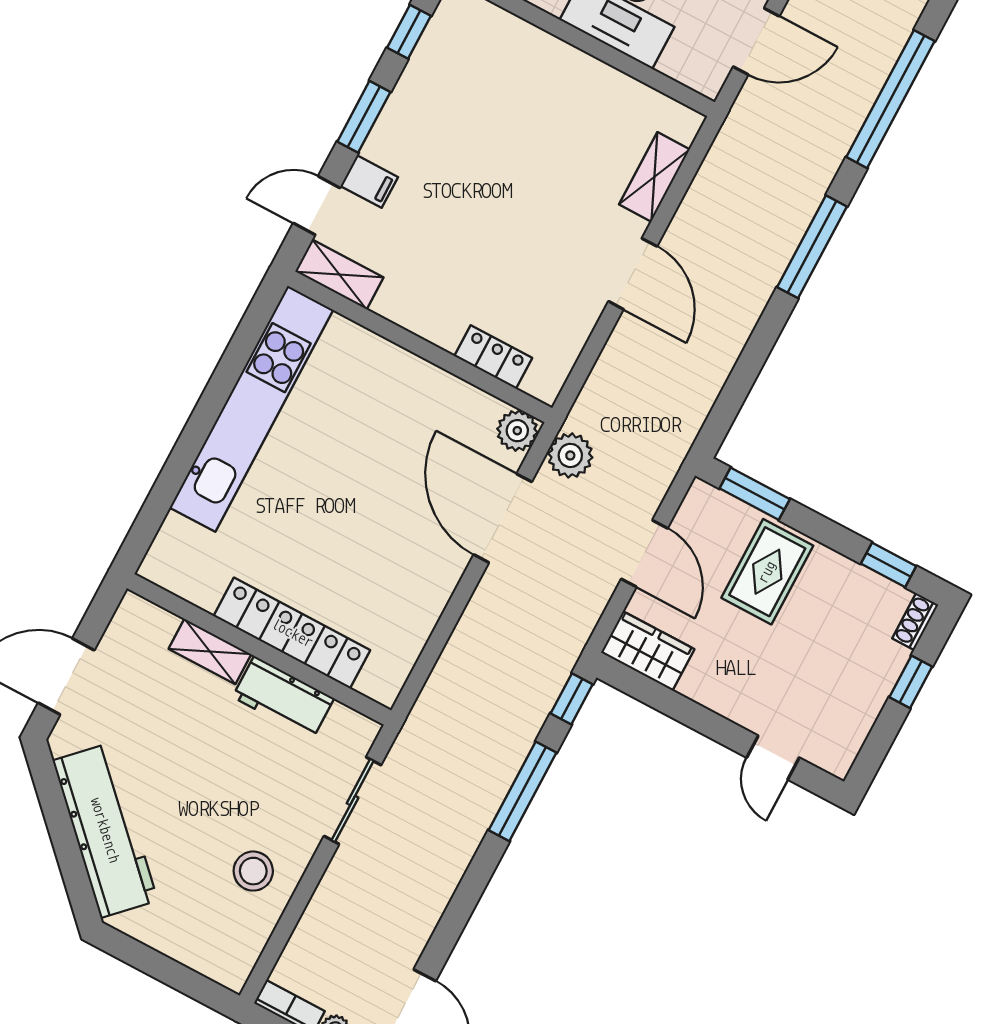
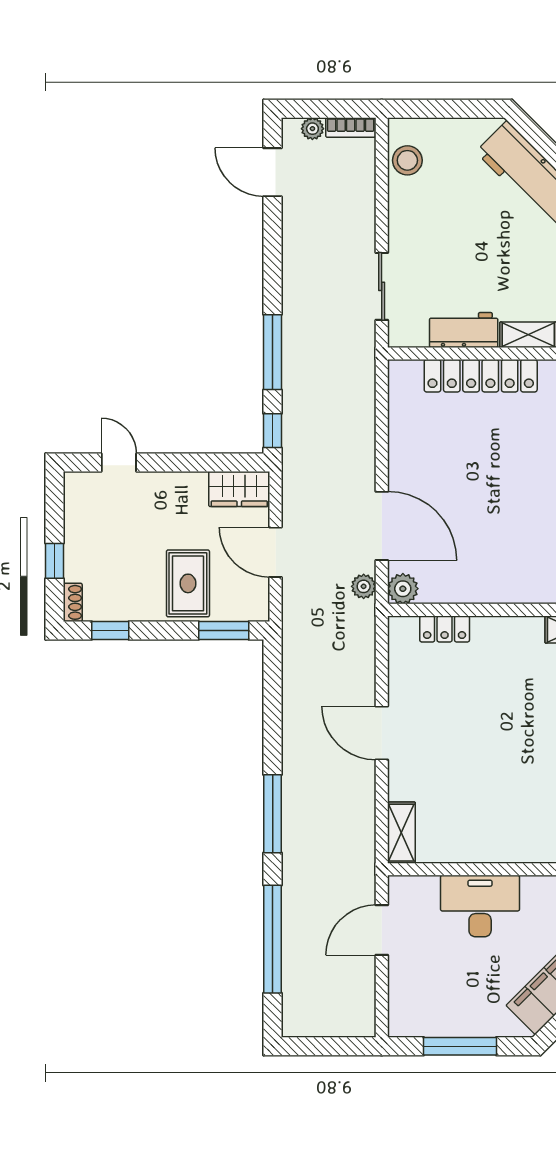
shelving: (654, 177) -> (401, 833), moved
plant: (570, 455) -> (364, 586), width x0.73, depth x0.73
stool: (253, 871) -> (407, 160), moved

